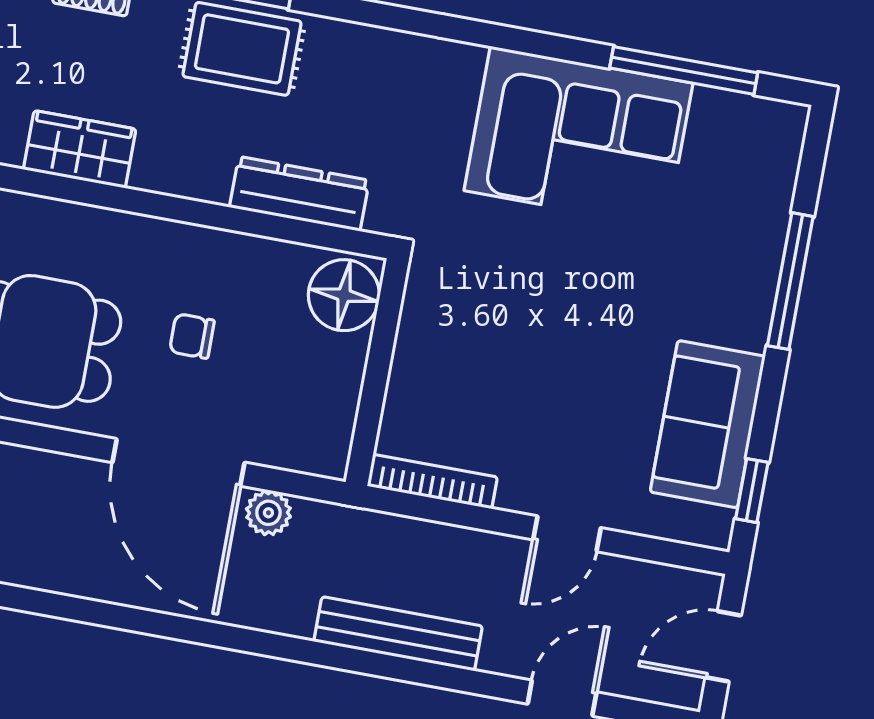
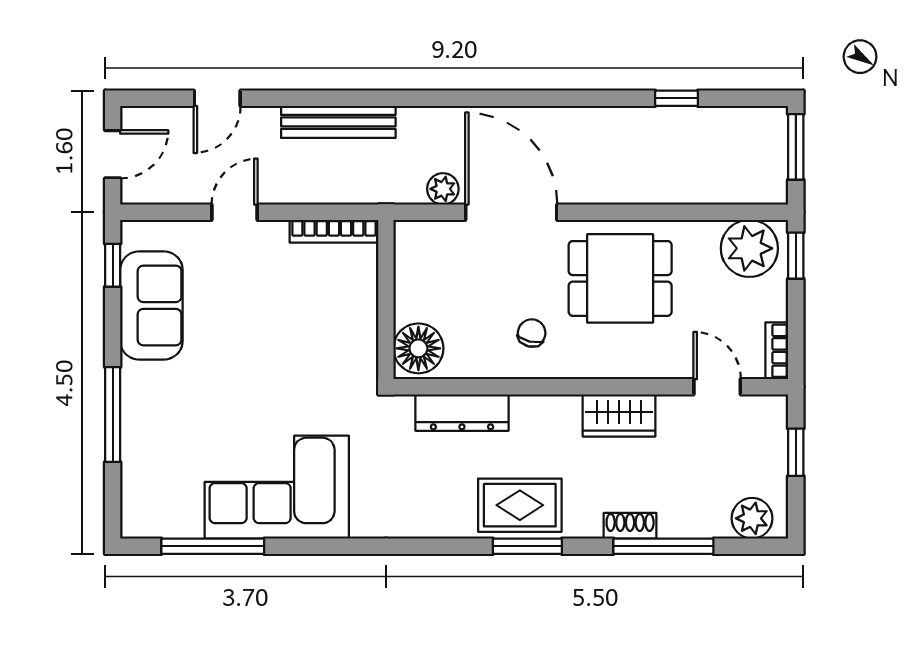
chair: (192, 336) -> (532, 333), moved, turned -76

